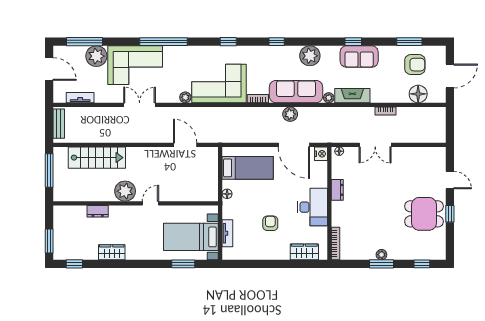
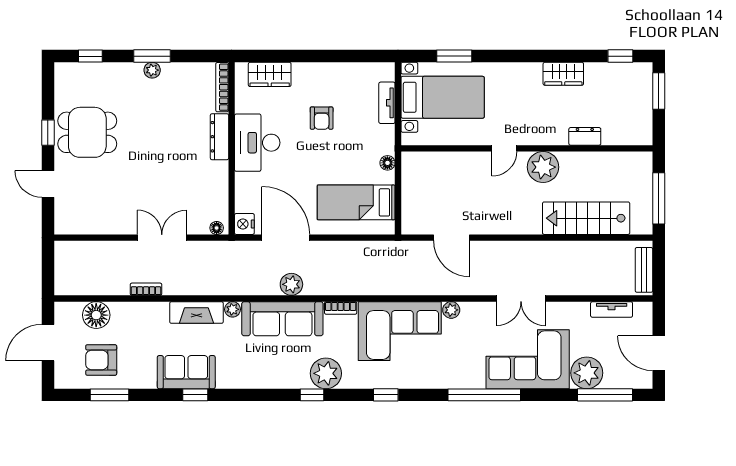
plant: (310, 56) -> (326, 373), moved
dresser: (337, 190) -> (219, 137), moved, width x1.44

